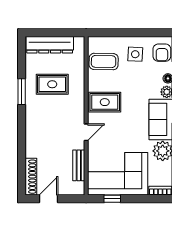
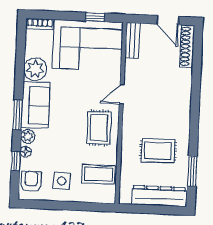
window: (22, 92) -> (192, 171), moved
rug: (105, 102) -> (99, 128), turned 90
bench: (79, 165) -> (132, 41), moved
door: (49, 199) -> (168, 20), hinge flipped

